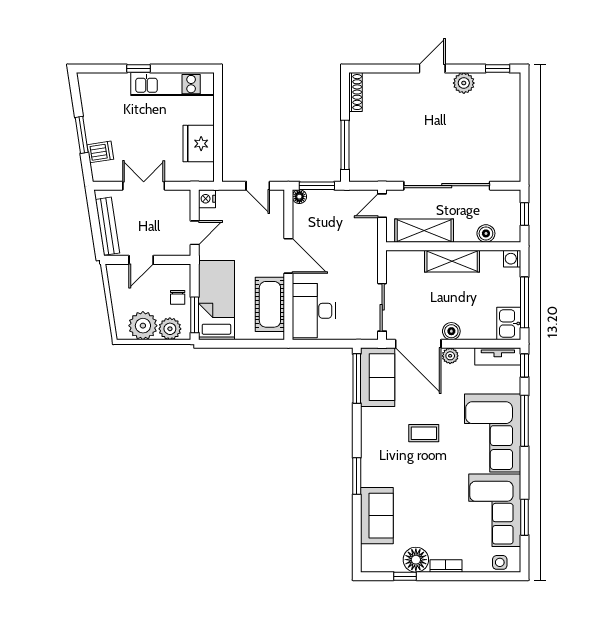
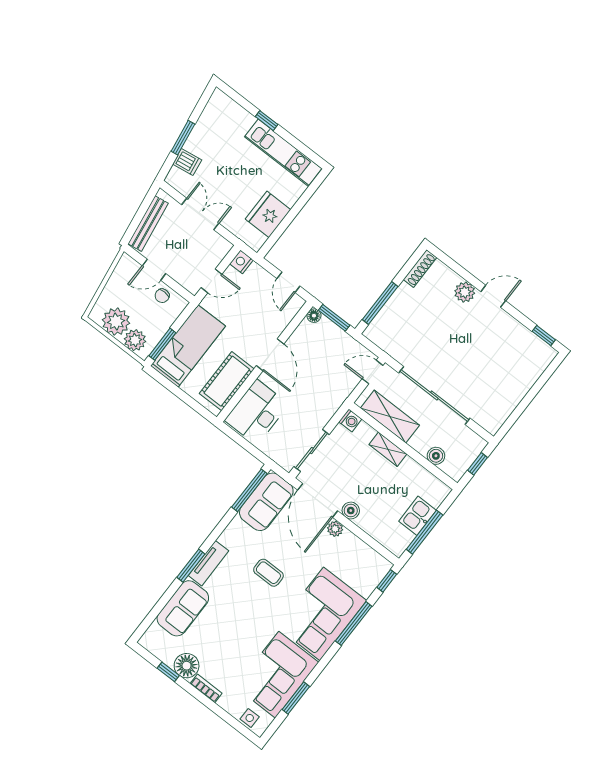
plant: (464, 83) -> (465, 292), moved
washing machine: (512, 259) -> (350, 420), moved, turned 180
shelving: (452, 261) -> (388, 449), width x0.67, depth x0.75
chair: (178, 297) -> (162, 296), moved
kitchen sink: (509, 323) -> (418, 516), moved
tv unit: (498, 356) -> (209, 563), moved, turned -90

